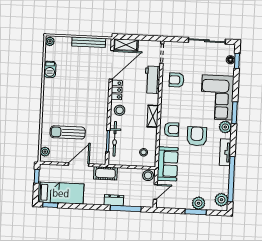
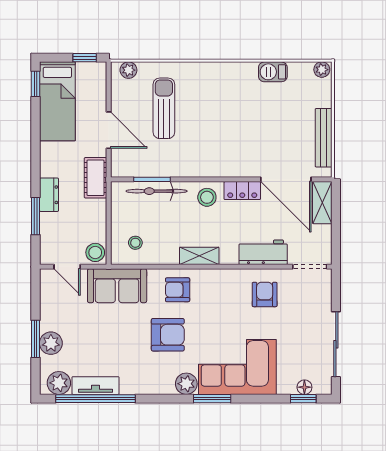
armchair: (171, 129) -> (178, 290), turned 90
tv unit: (225, 152) -> (95, 386), moved
window: (126, 209) -> (35, 216), width x0.69

